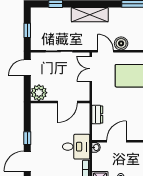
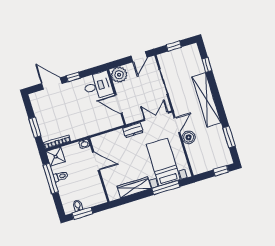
shelving: (90, 15) -> (206, 100), width x1.47
door: (27, 68) -> (139, 57), swing flipped
dresser: (97, 115) -> (133, 130), moved
desk: (76, 147) -> (98, 86), moved, turned -90

